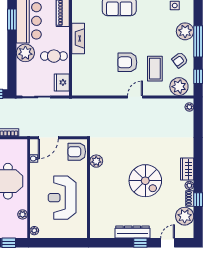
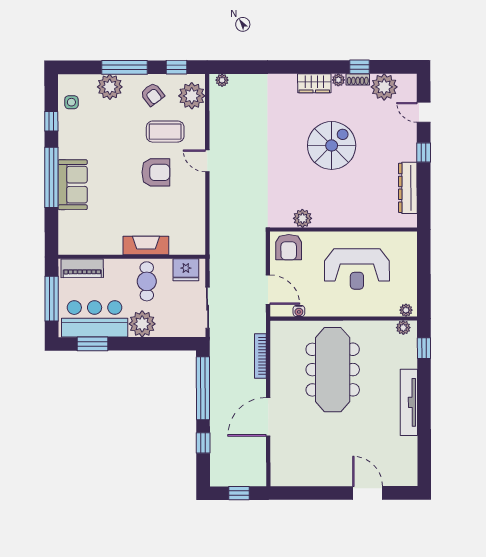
fireplace: (78, 38) -> (146, 245), moved
armchair: (127, 62) -> (156, 172), turned -90
plant: (23, 214) -> (403, 328), moved
dresser: (133, 232) -> (408, 188), moved

